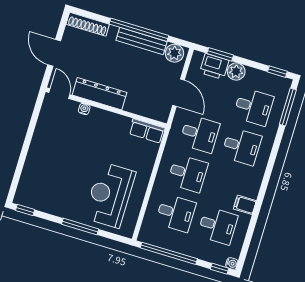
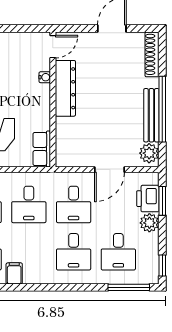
door: (59, 94) -> (53, 47), moved
dresser: (99, 94) -> (65, 88), moved
wall: (106, 108) -> (53, 100), moved
water cooler: (84, 109) -> (45, 77), moved
row of seats: (147, 131) -> (42, 149), moved

